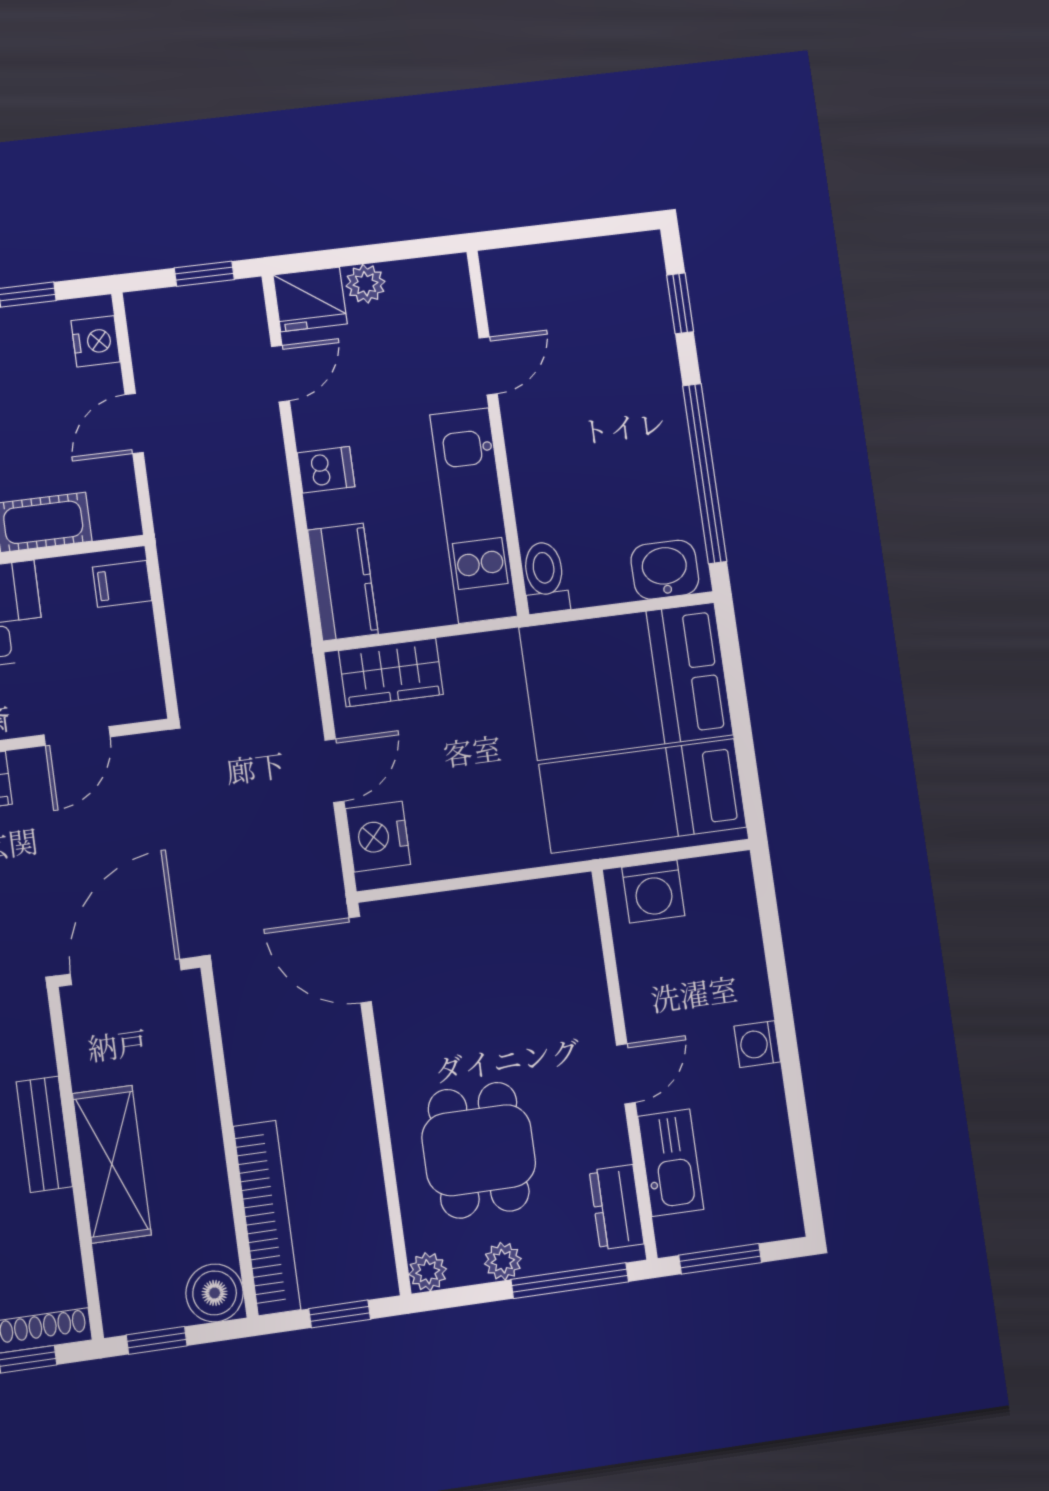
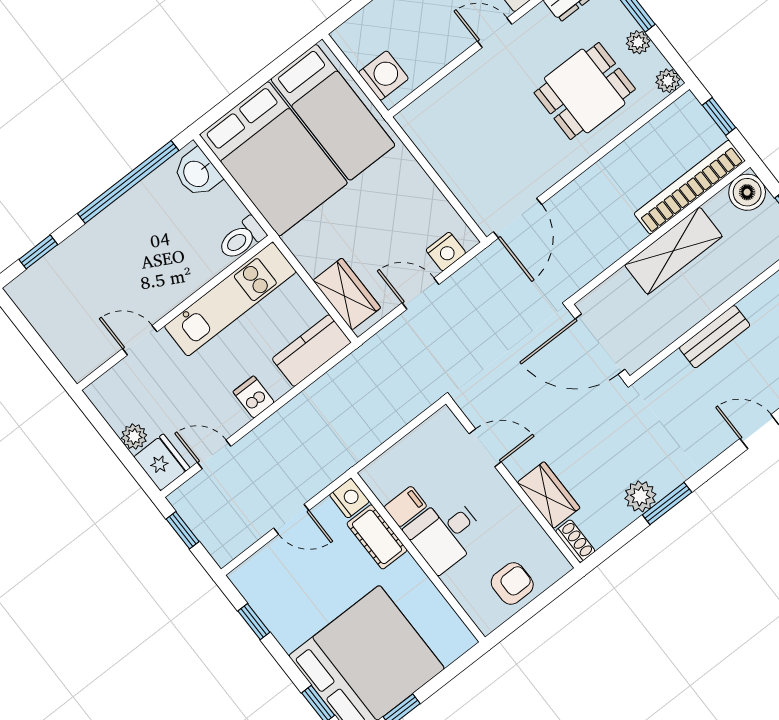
nightstand: (96, 341) -> (349, 498), moved, turned 90
filing cabinet: (122, 584) -> (405, 506), moved, turned -90
nightstand: (378, 837) -> (446, 251), width x0.74, depth x0.75
shelving: (112, 1164) -> (673, 251), moved

